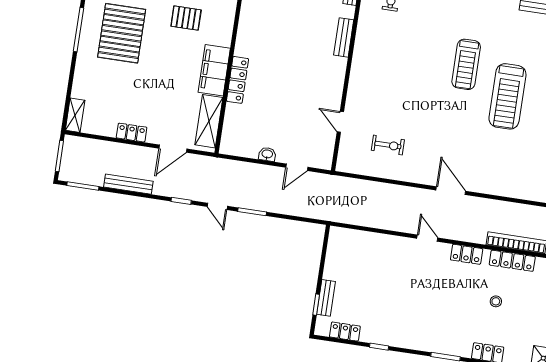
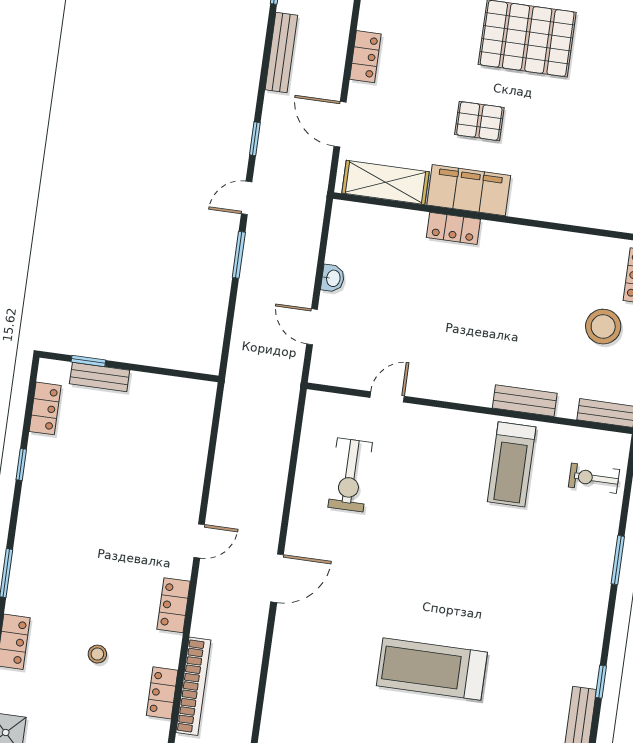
pallet: (186, 18) -> (479, 121), moved, turned 90
treadmill: (466, 64) -> (512, 464), moved, turned -90
locker: (238, 80) -> (453, 228), width x0.66
exercise bike: (388, 145) -> (350, 475), width x1.38, depth x1.39
locker: (512, 261) -> (162, 693), width x0.66

